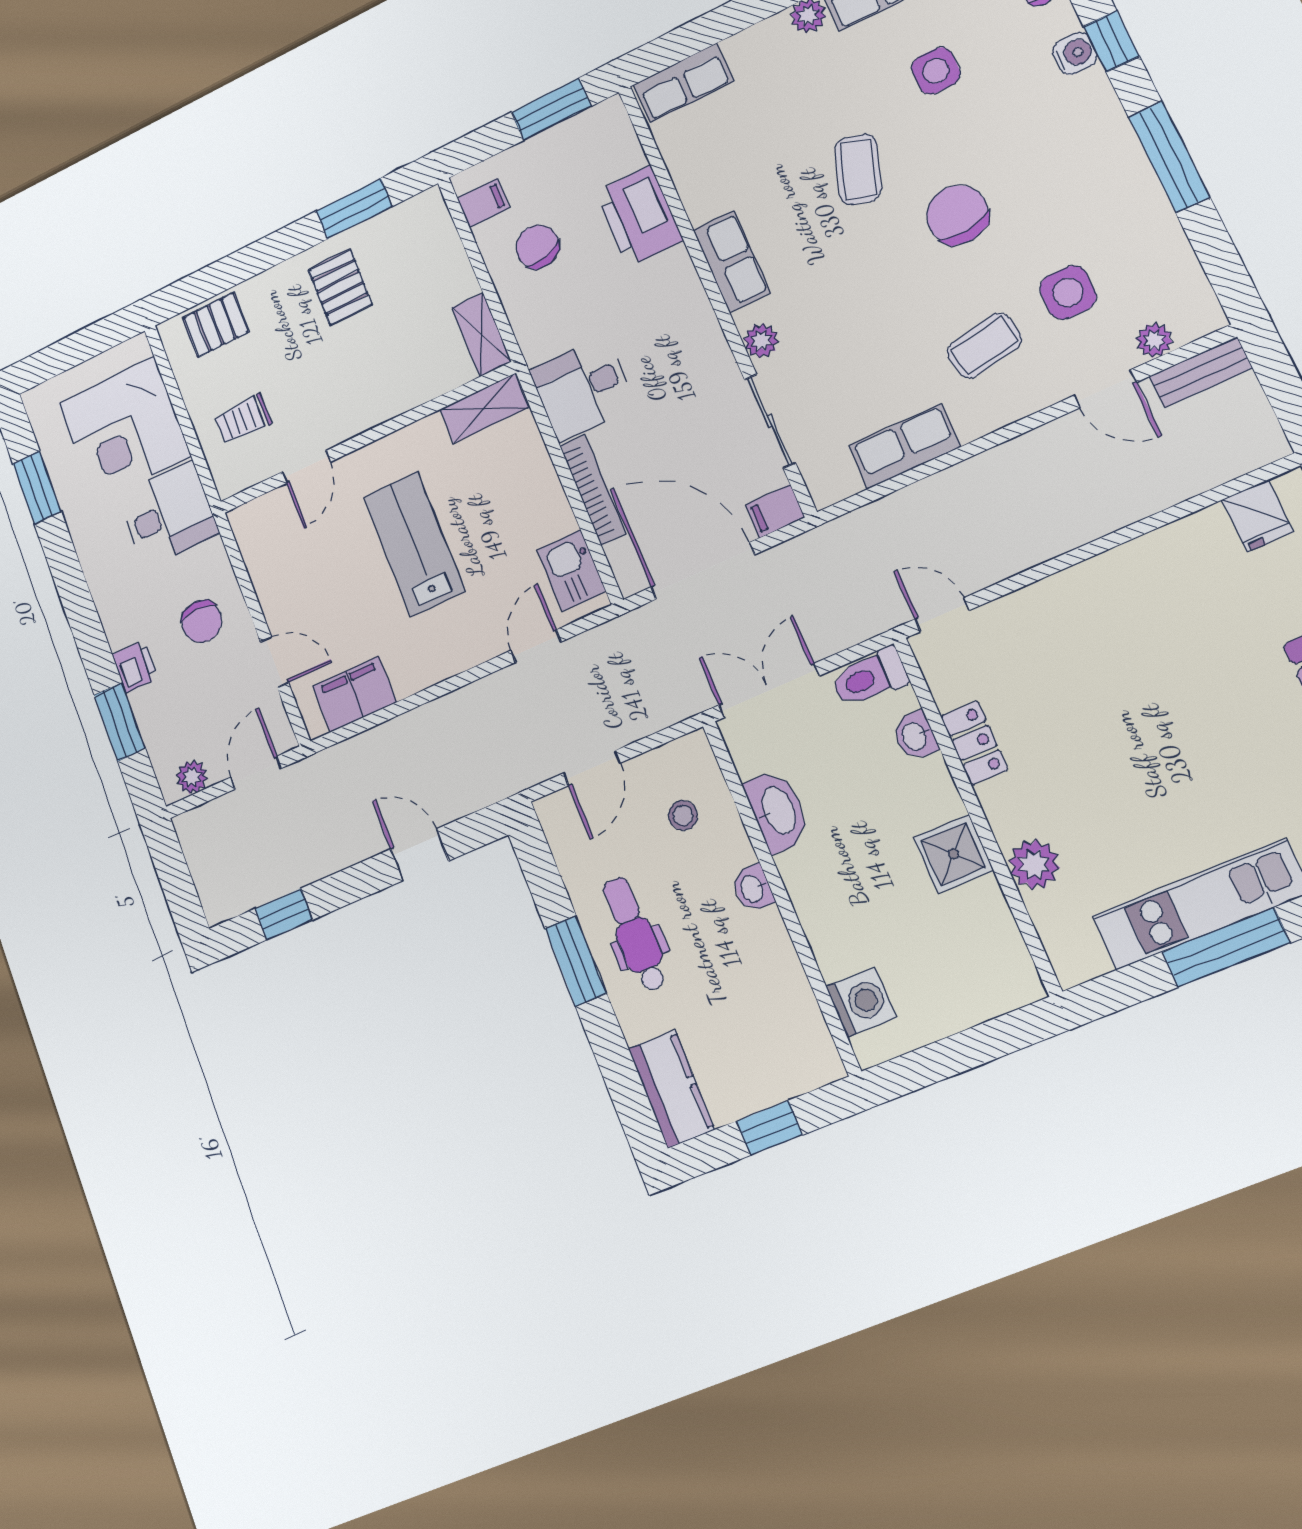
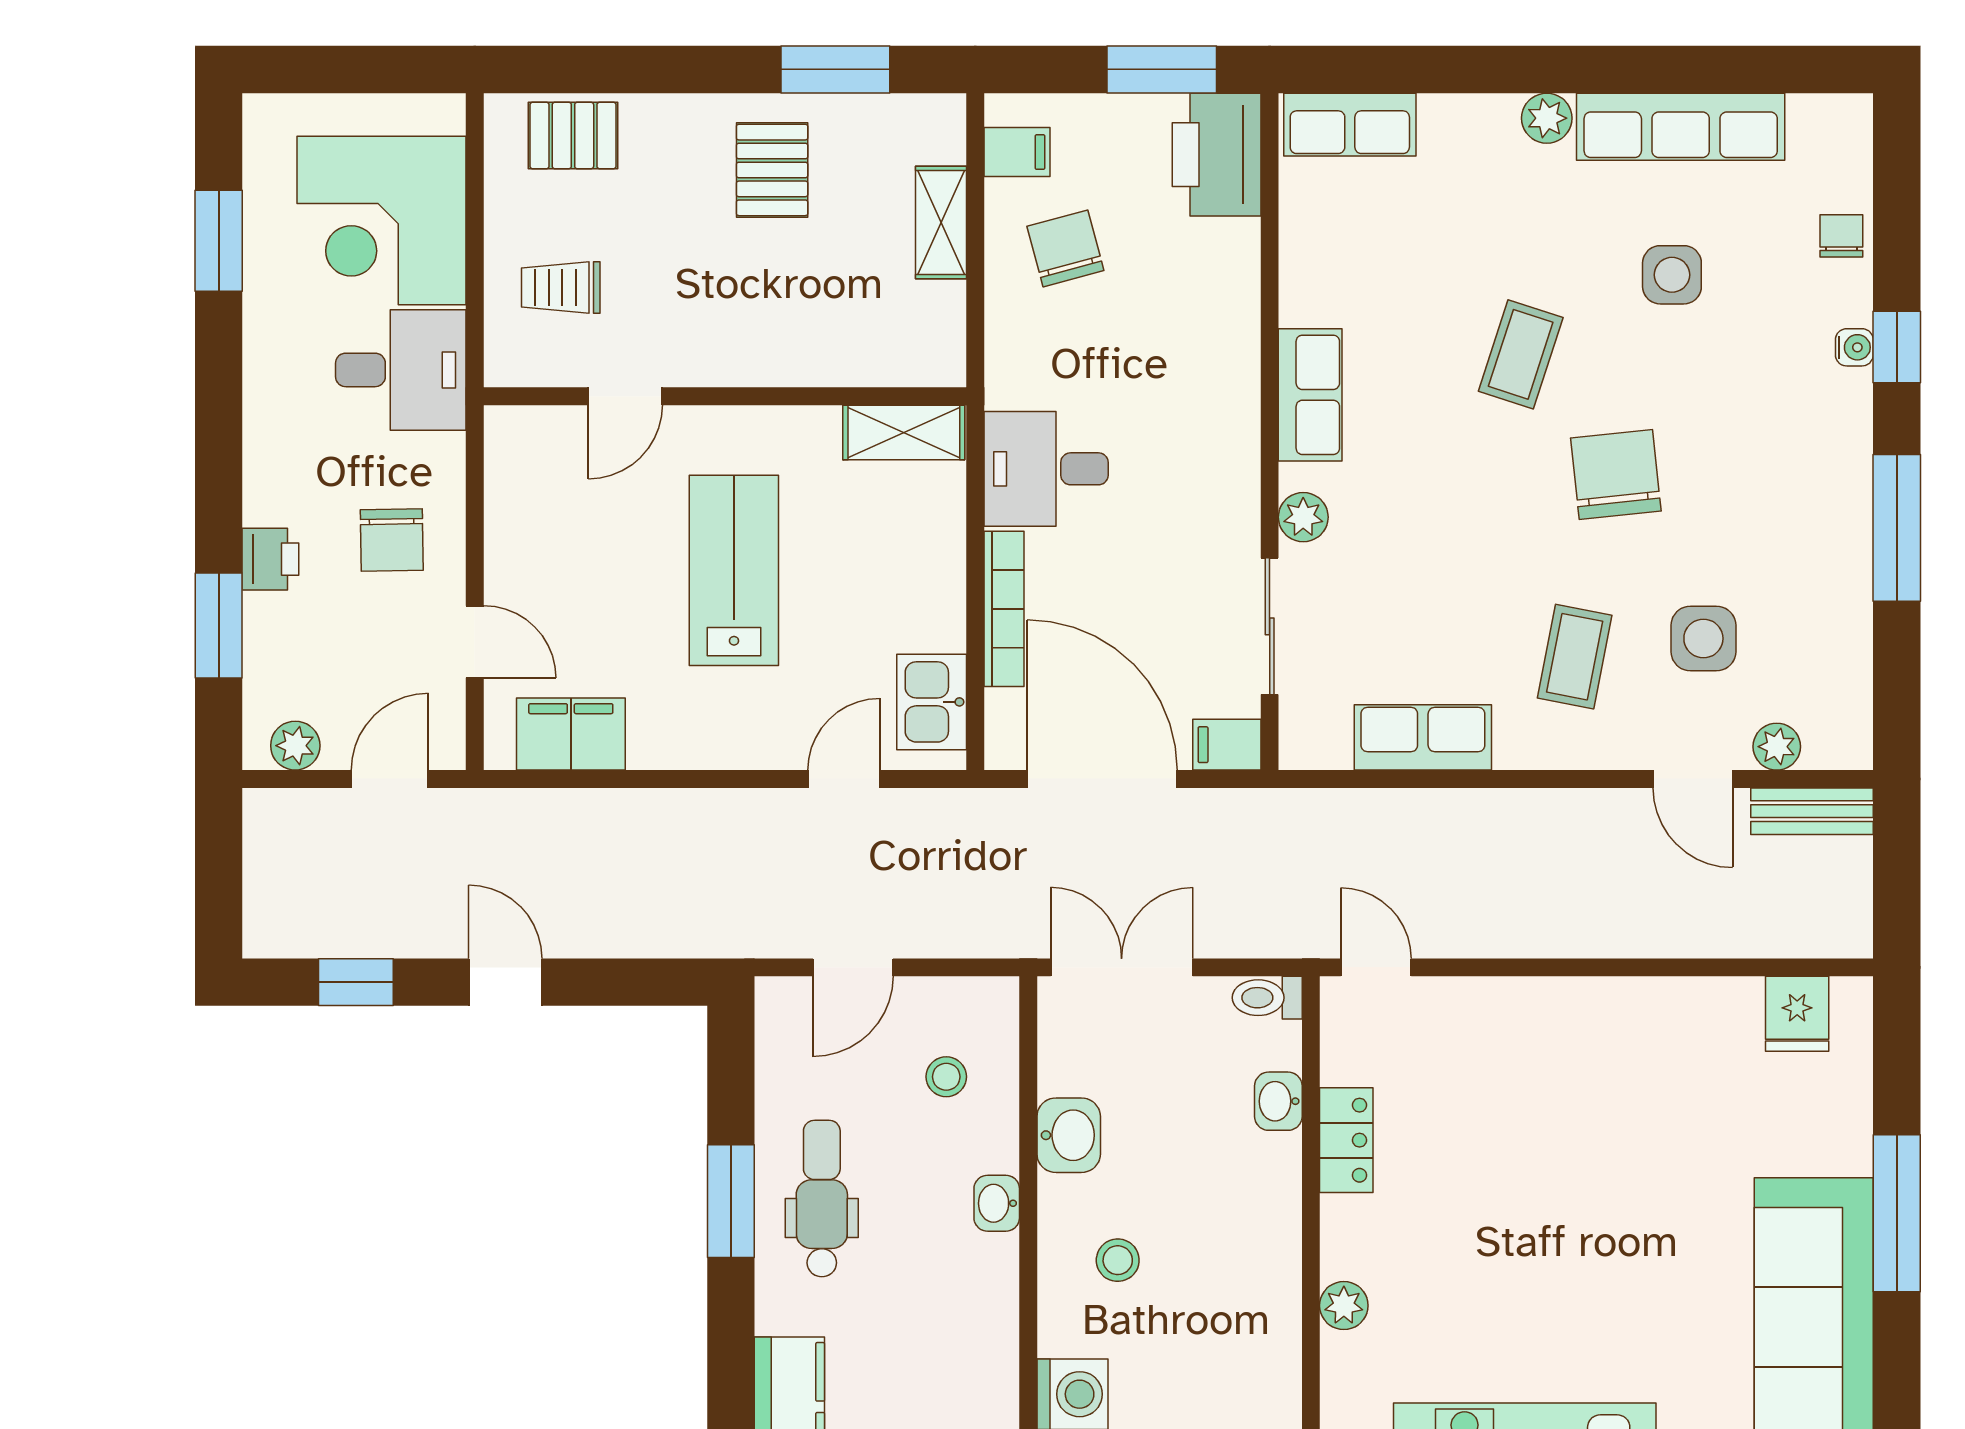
water cooler: (1075, 54) -> (1854, 347), width x0.72, depth x0.72
printer: (639, 216) -> (1217, 155), moved
shelving: (482, 334) -> (941, 222), moved
coffee table: (984, 346) -> (1575, 657), turned -69
toilet: (869, 678) -> (1267, 998), width x0.73, depth x0.72
washbasin: (777, 811) -> (1069, 1135), width x0.72
shower: (953, 854) -> (1262, 1263), removed
door: (419, 855) -> (505, 982), moved
plant: (1034, 864) -> (1344, 1306), width x0.73, depth x0.73
stool: (852, 894) -> (1118, 1260), added

